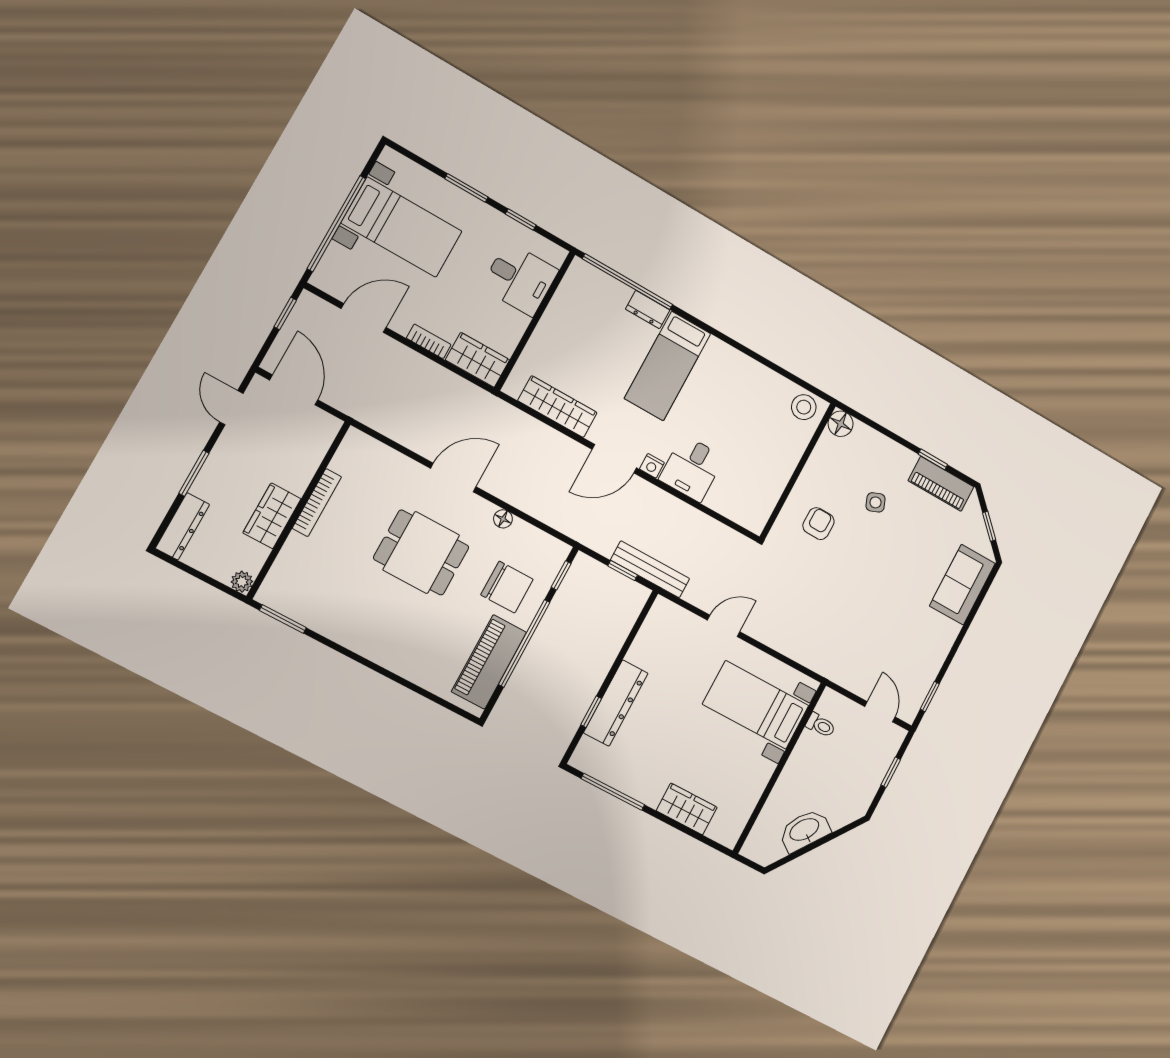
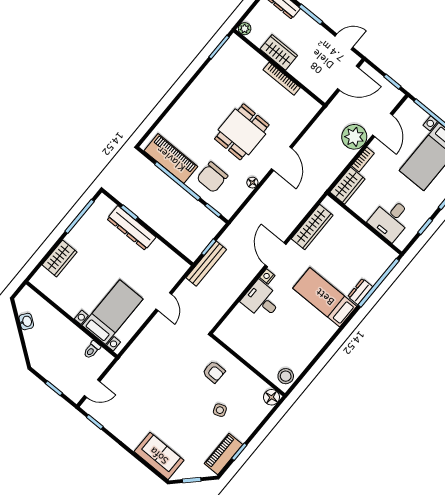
plant: (393, 362) -> (354, 137), added
washbasin: (805, 830) -> (26, 321), width x0.52, depth x0.69

